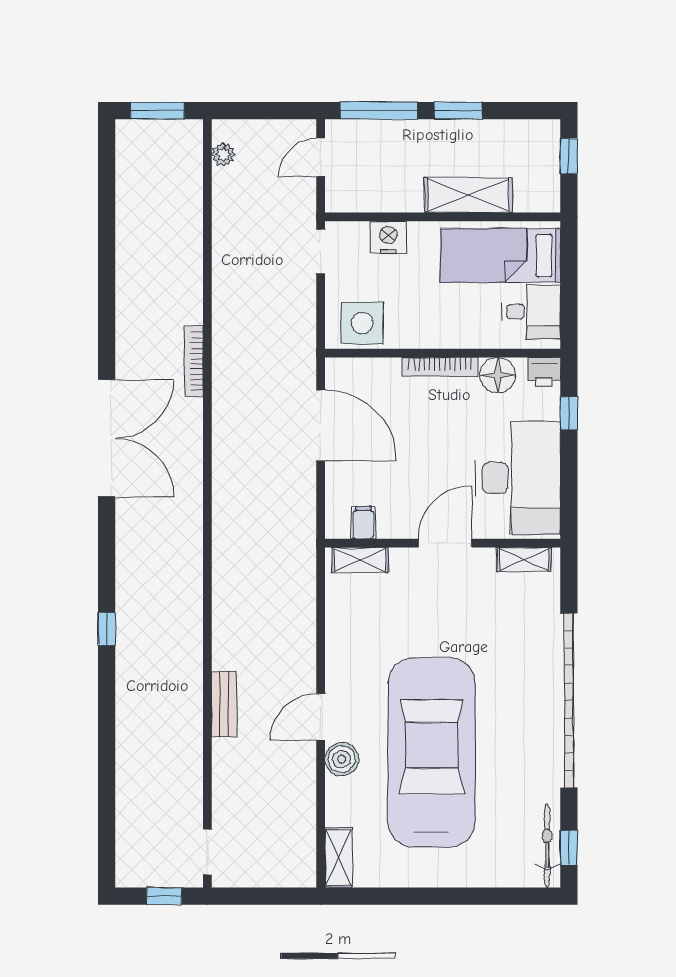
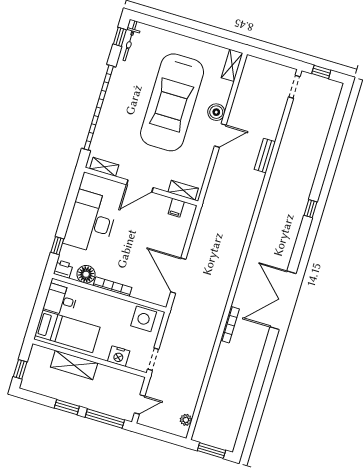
filing cabinet: (363, 523) -> (176, 208), moved
wall: (443, 543) -> (141, 186), moved
door: (445, 543) -> (140, 186), moved
shelving: (524, 559) -> (104, 167), moved
shelving: (360, 560) -> (183, 190), moved

